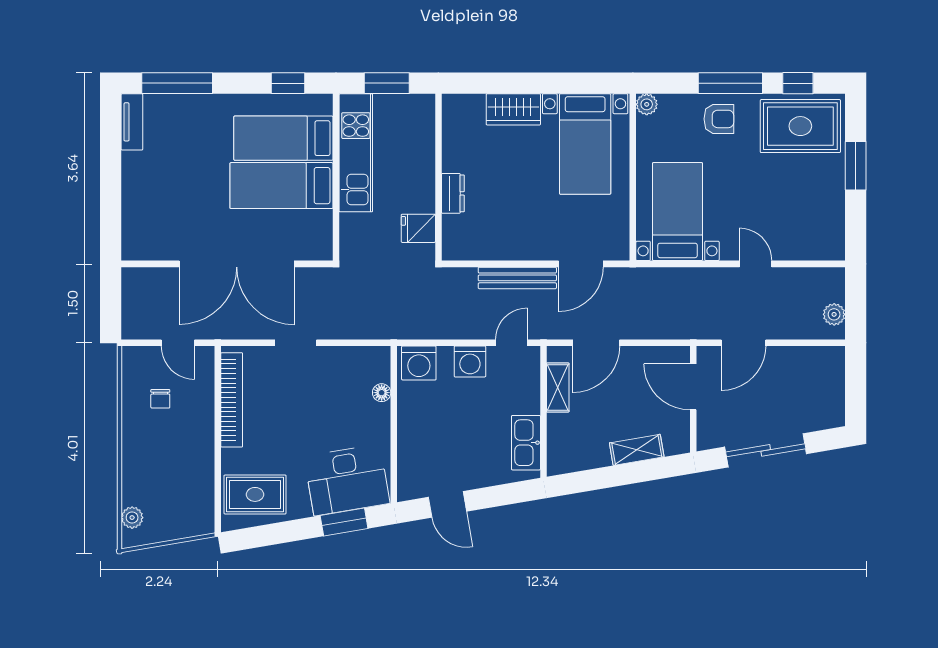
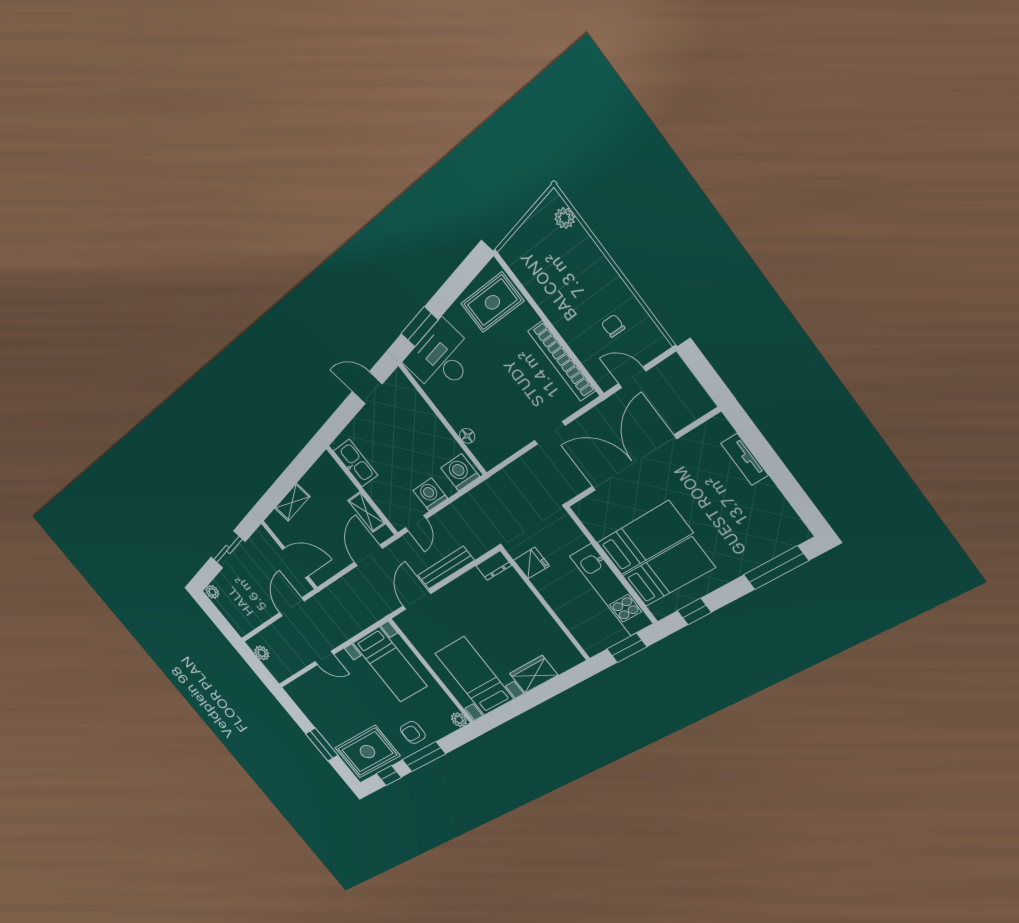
tv unit: (132, 122) -> (745, 459), moved
dresser: (453, 193) -> (494, 566), moved, turned -90
plant: (833, 418) -> (212, 592), added
sliding door: (766, 450) -> (228, 549), width x0.73

